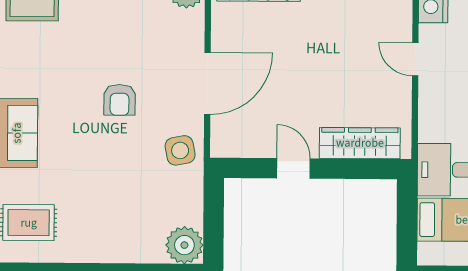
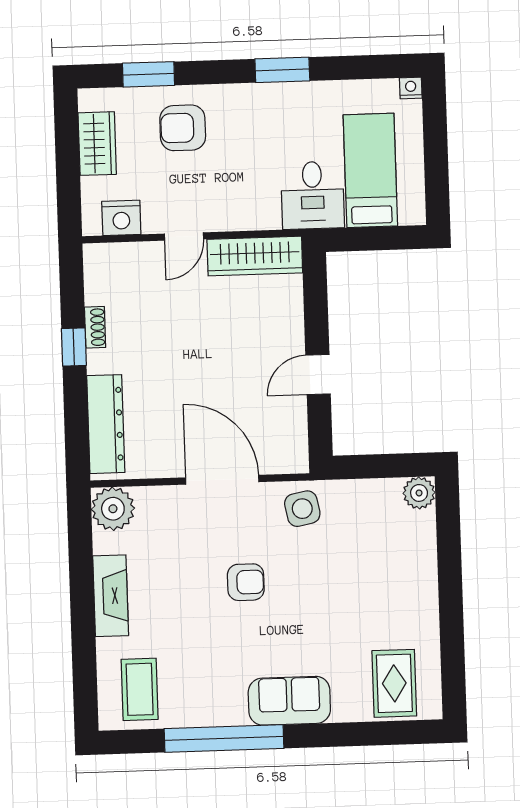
wardrobe: (360, 143) -> (255, 256), moved, turned -90
plant: (184, 245) -> (419, 493), width x0.73, depth x0.73

